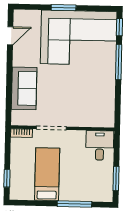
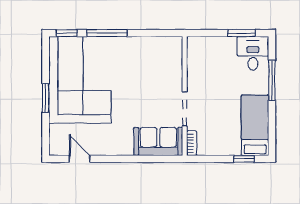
sofa: (24, 88) -> (158, 141), moved
desk: (100, 145) -> (253, 53), moved, turned 90
bed: (47, 174) -> (255, 125), moved, turned 90

